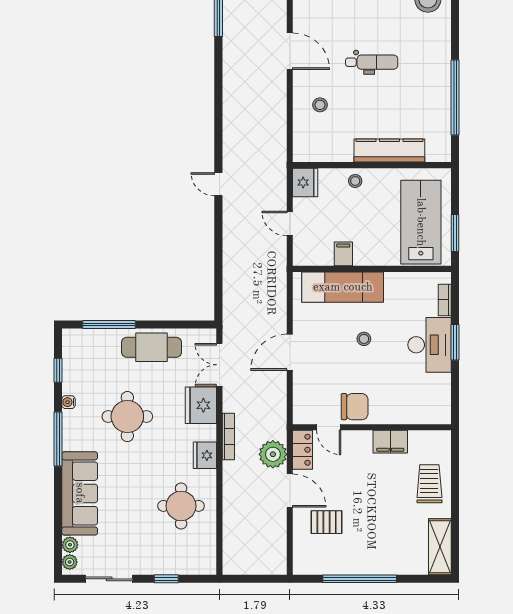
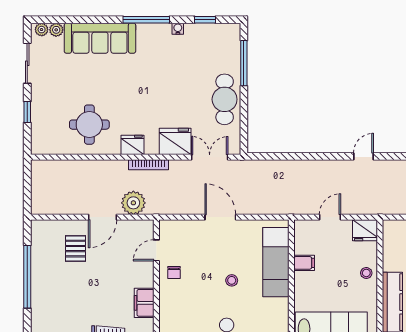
chair: (355, 407) -> (174, 272), width x0.54, depth x0.54
round table: (127, 417) -> (166, 79), removed
locker: (303, 450) -> (137, 228), removed

